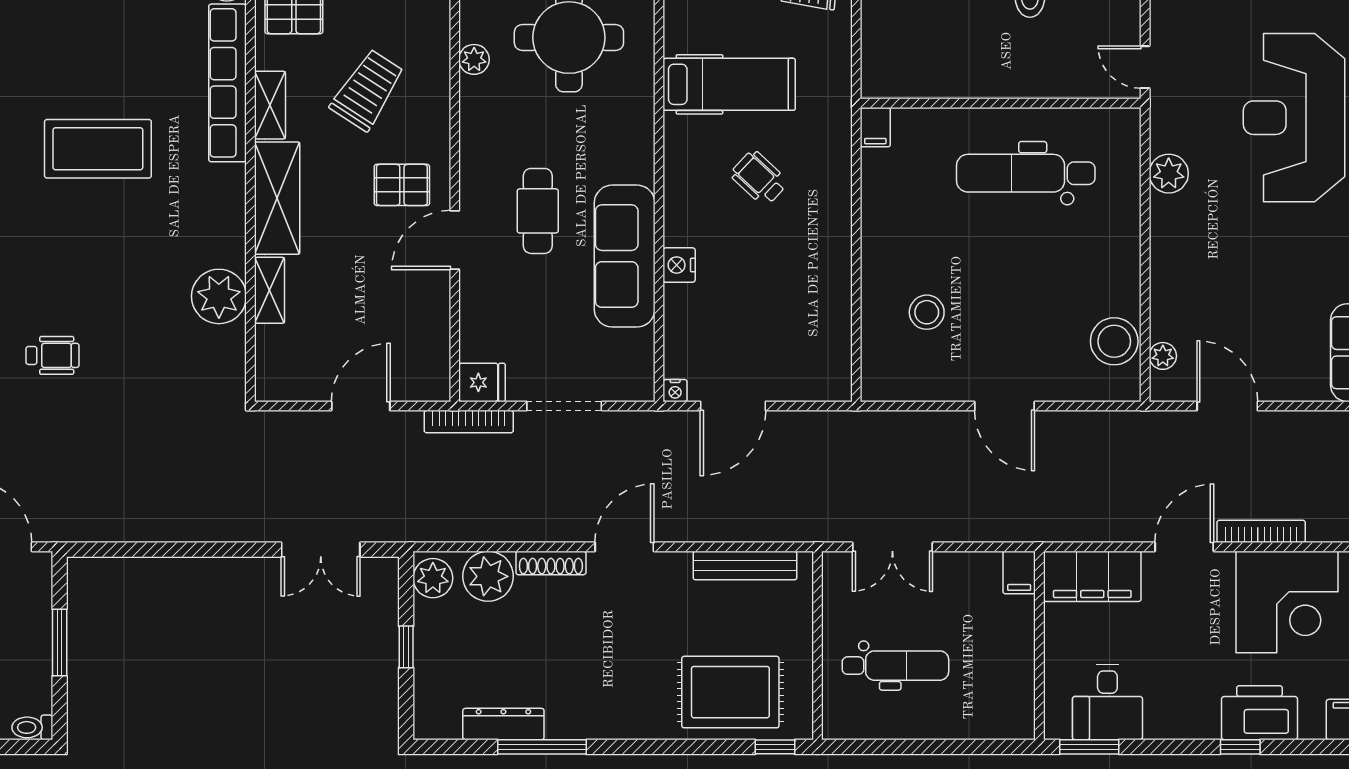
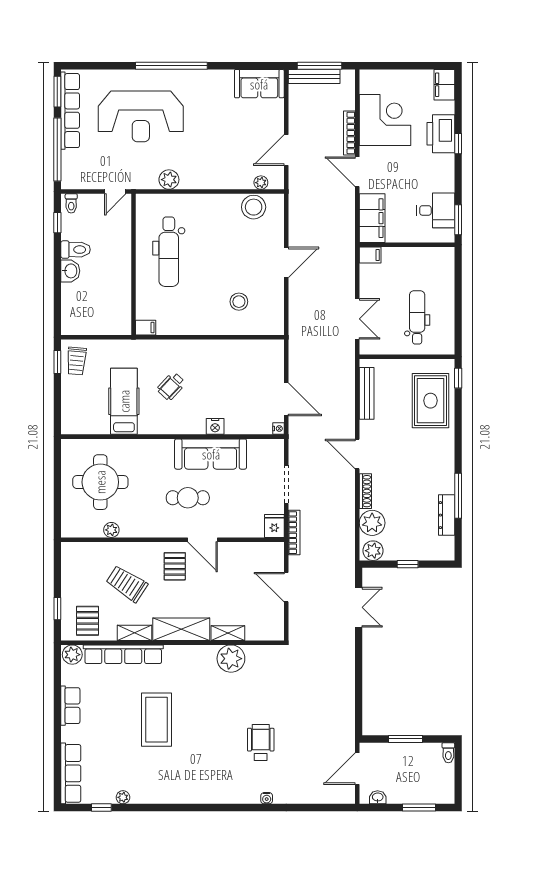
wheelchair: (52, 355) -> (261, 743), width x1.36, depth x1.37

